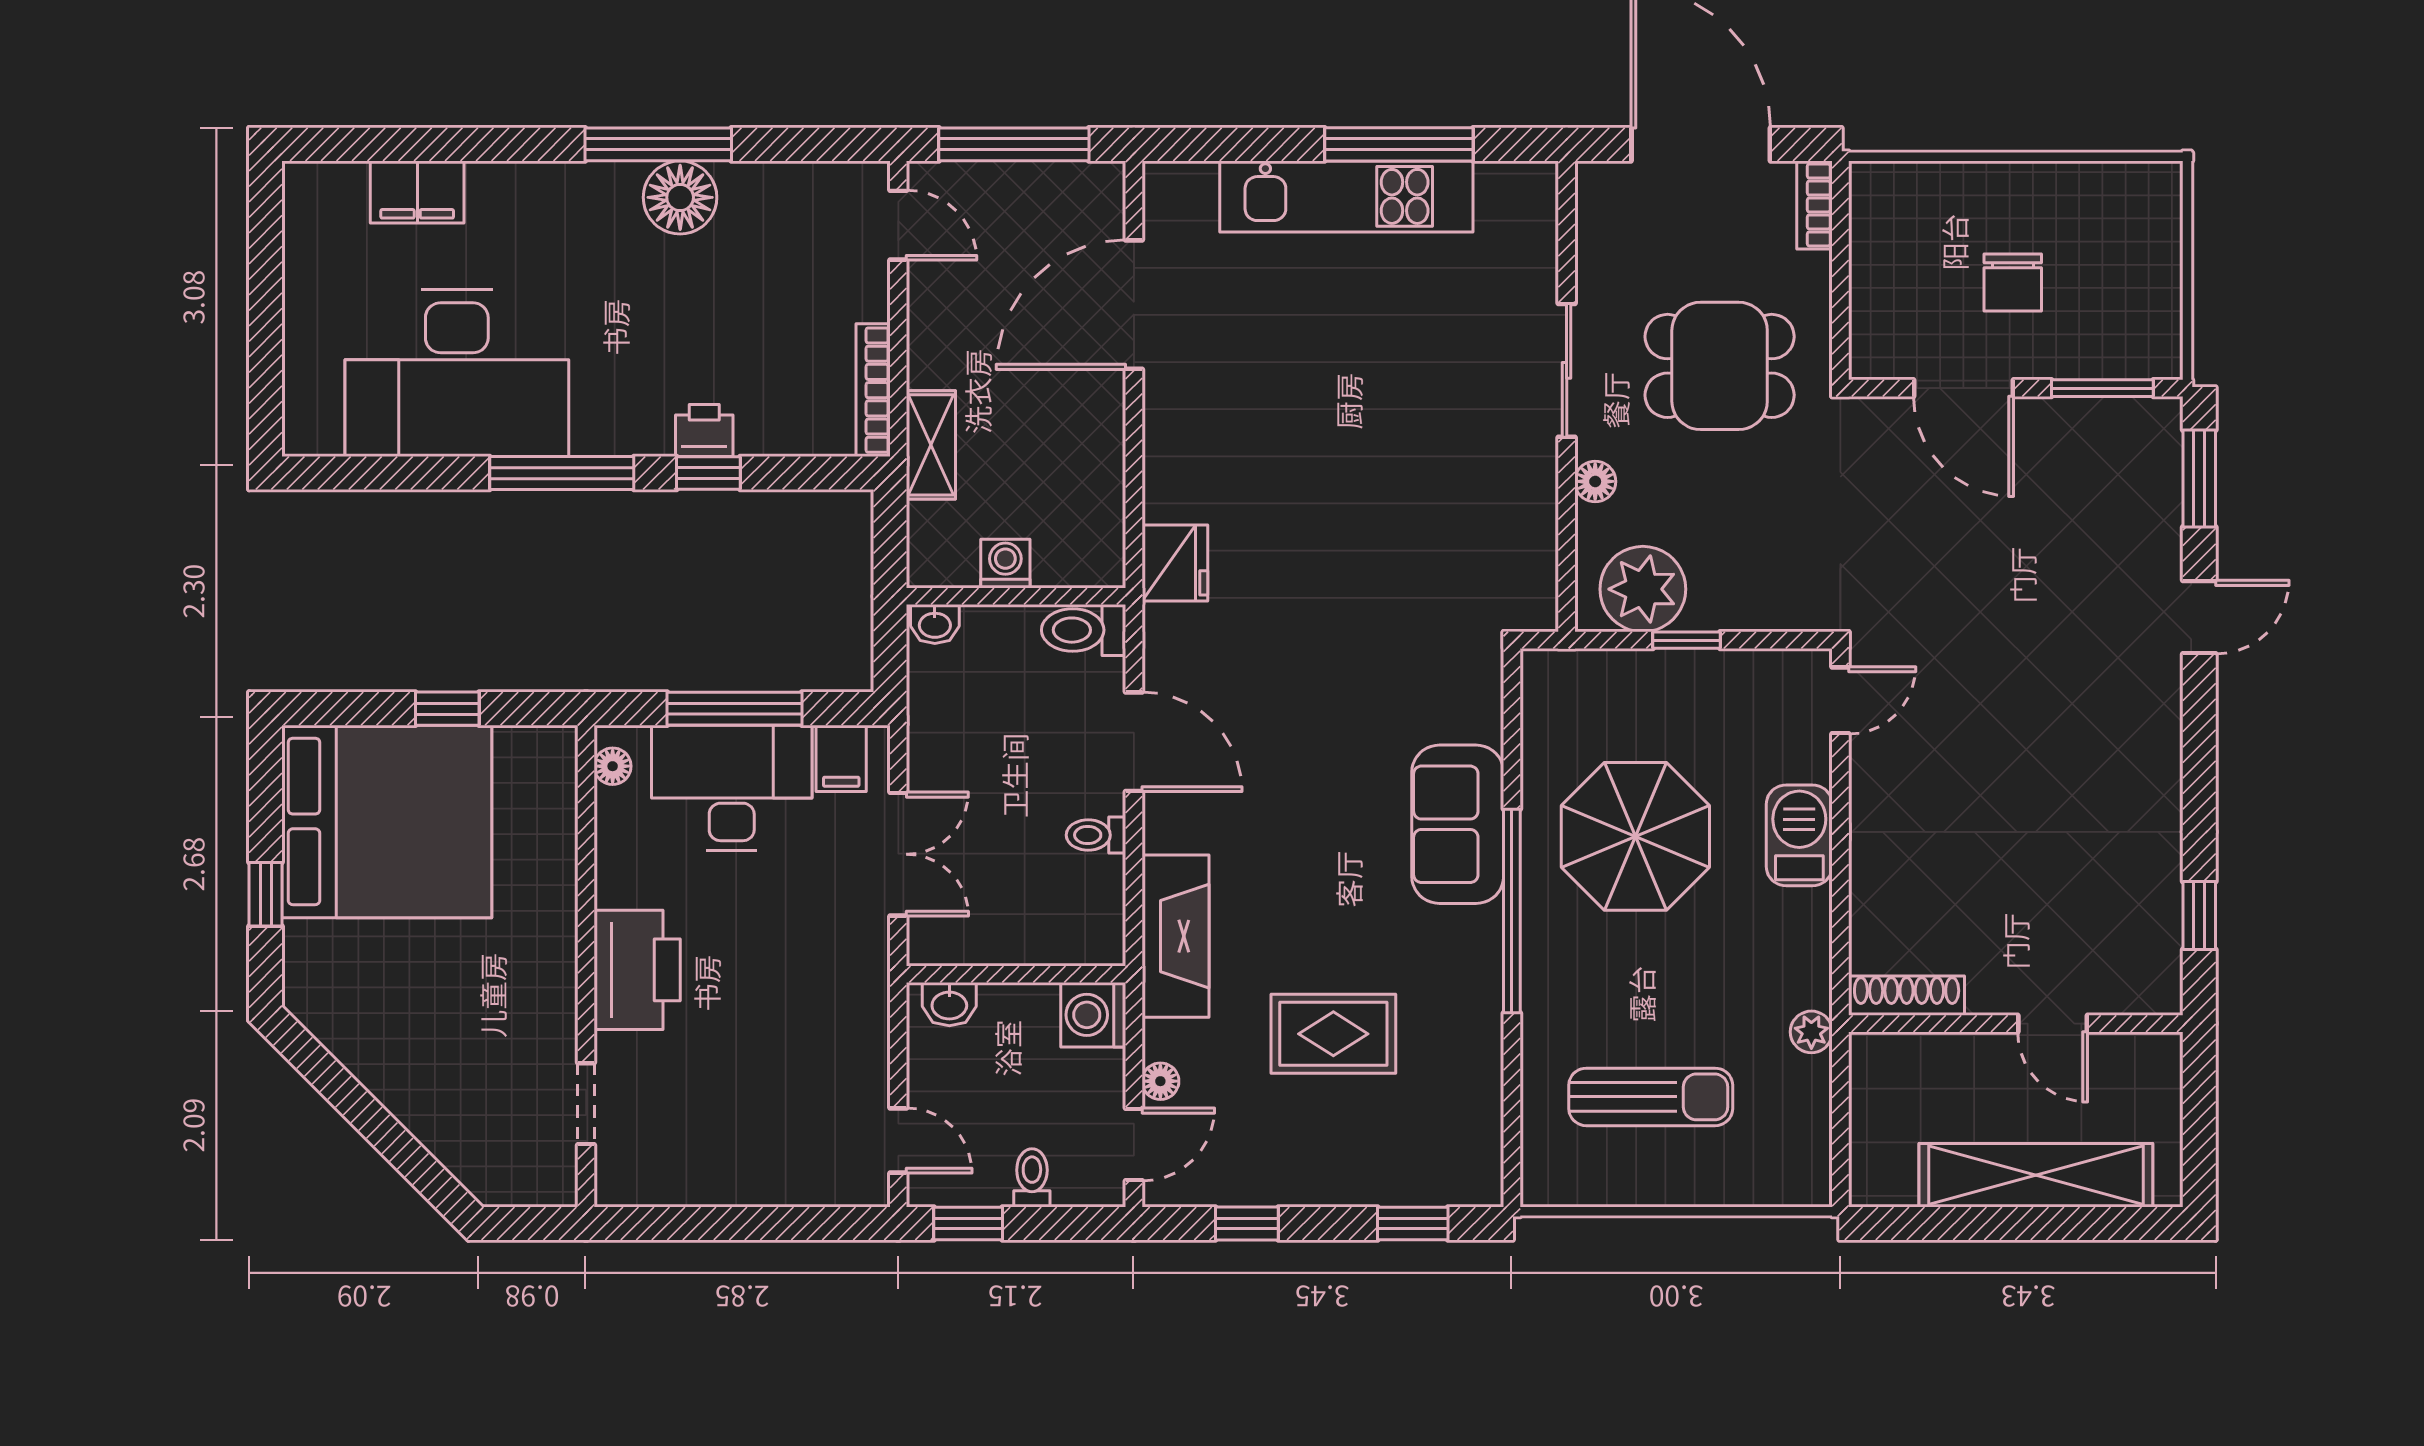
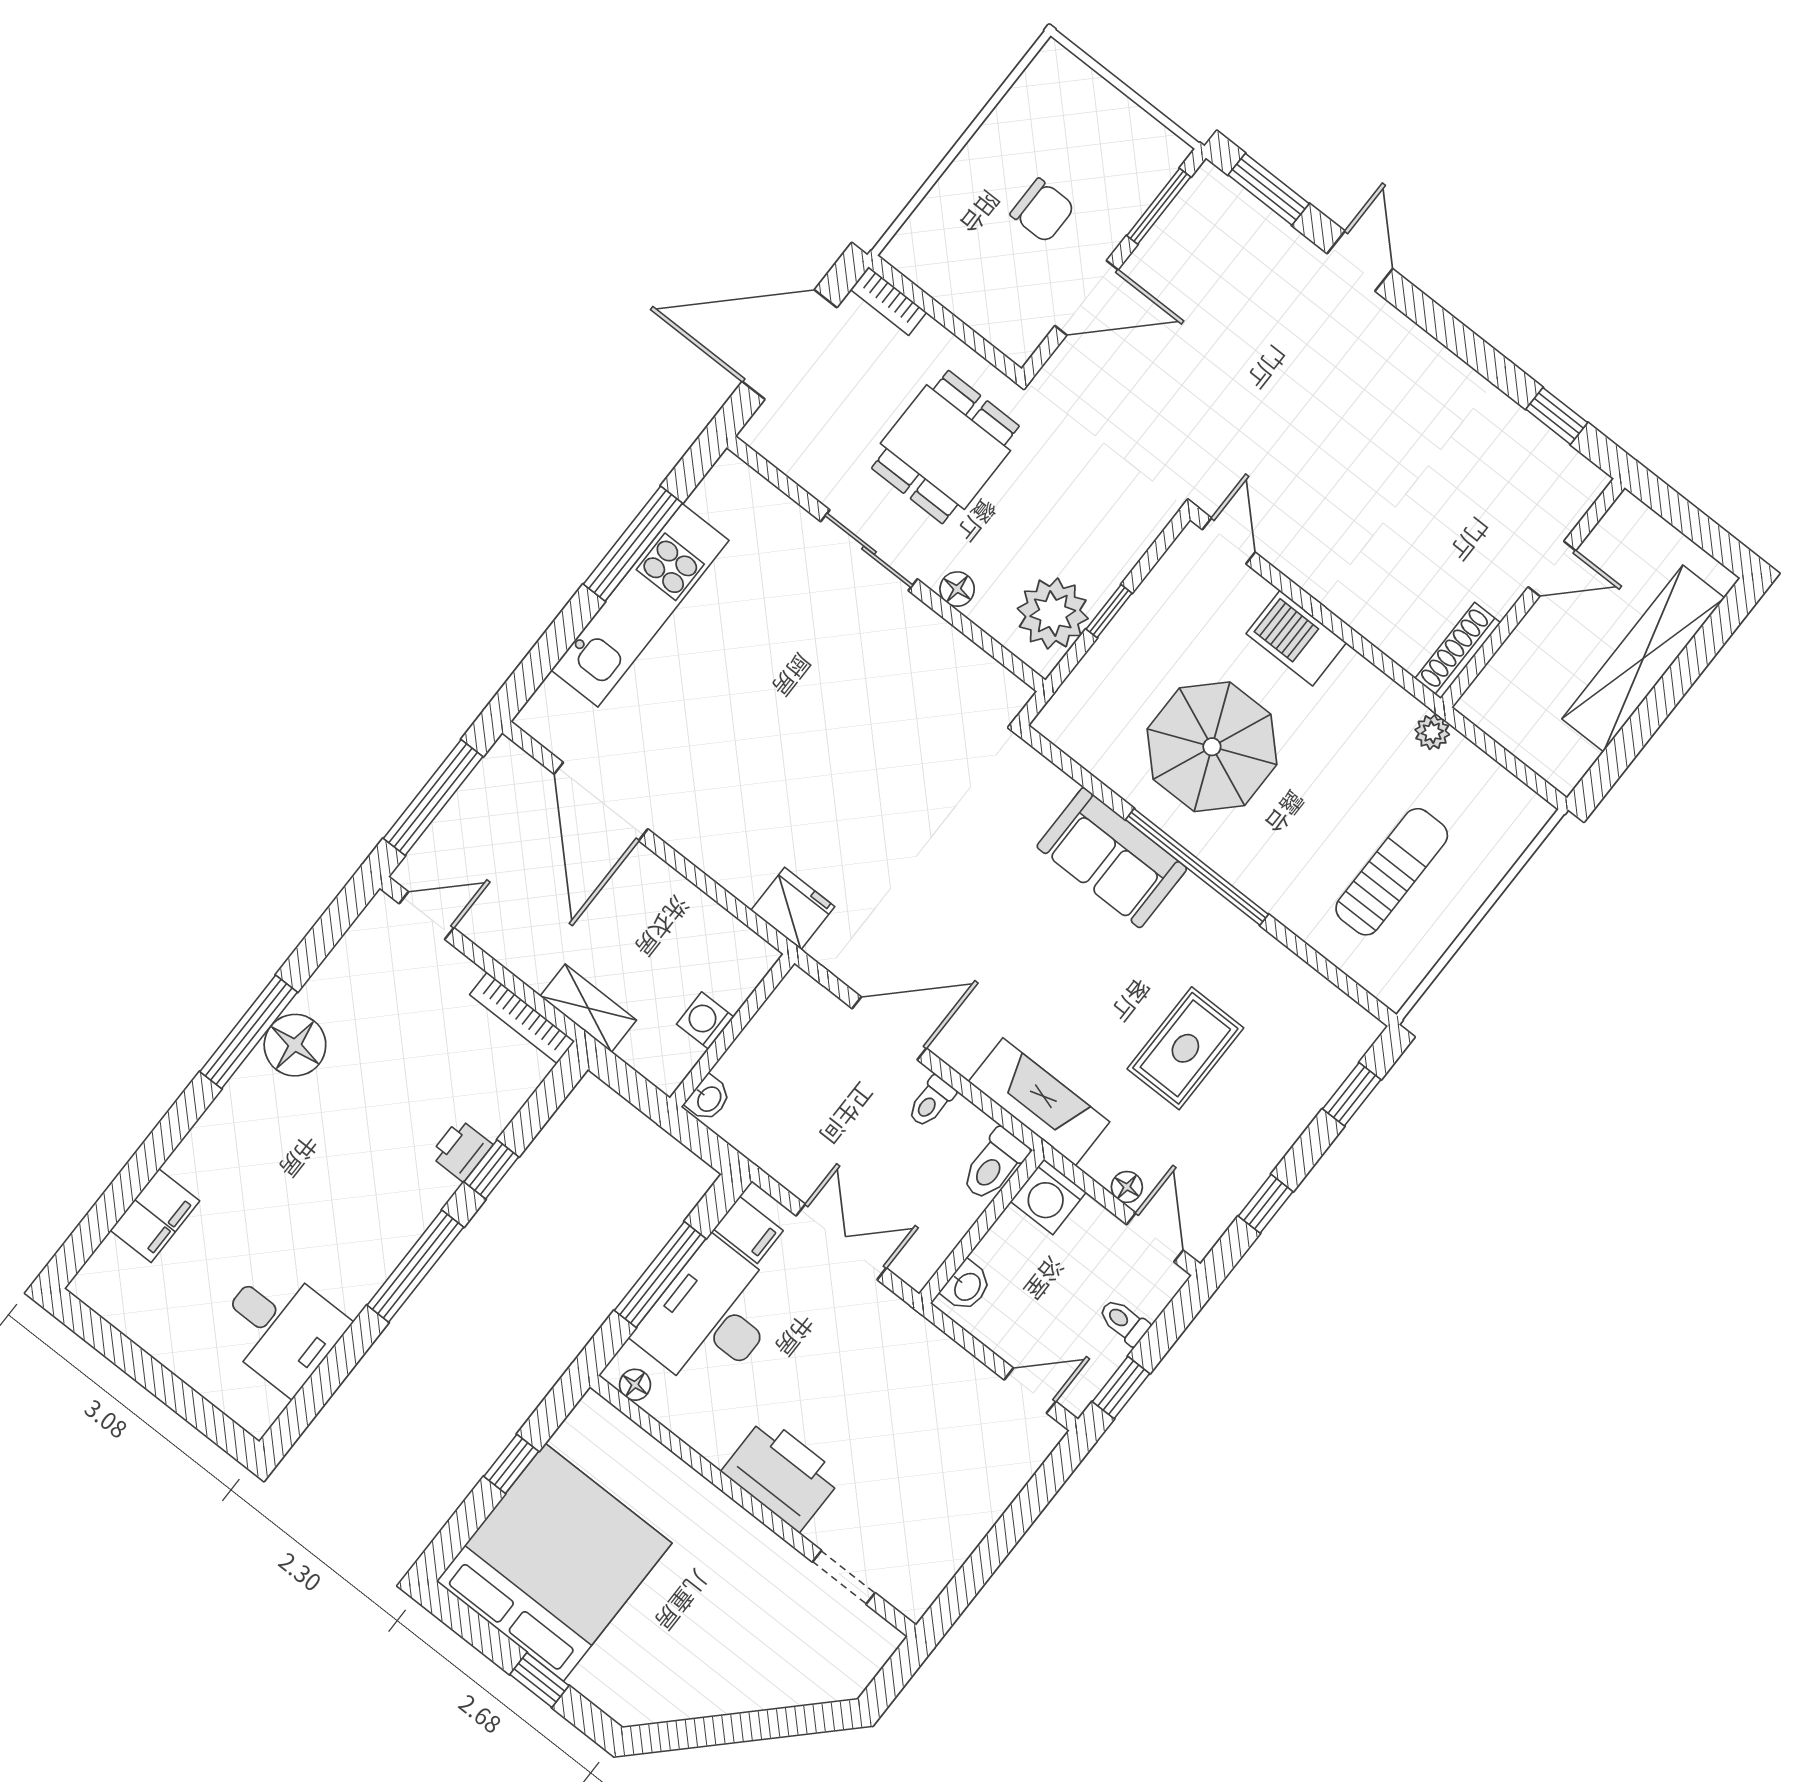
desk: (457, 373) -> (281, 1328), width x0.53, depth x0.77
toilet: (1084, 630) -> (994, 1165), moved

